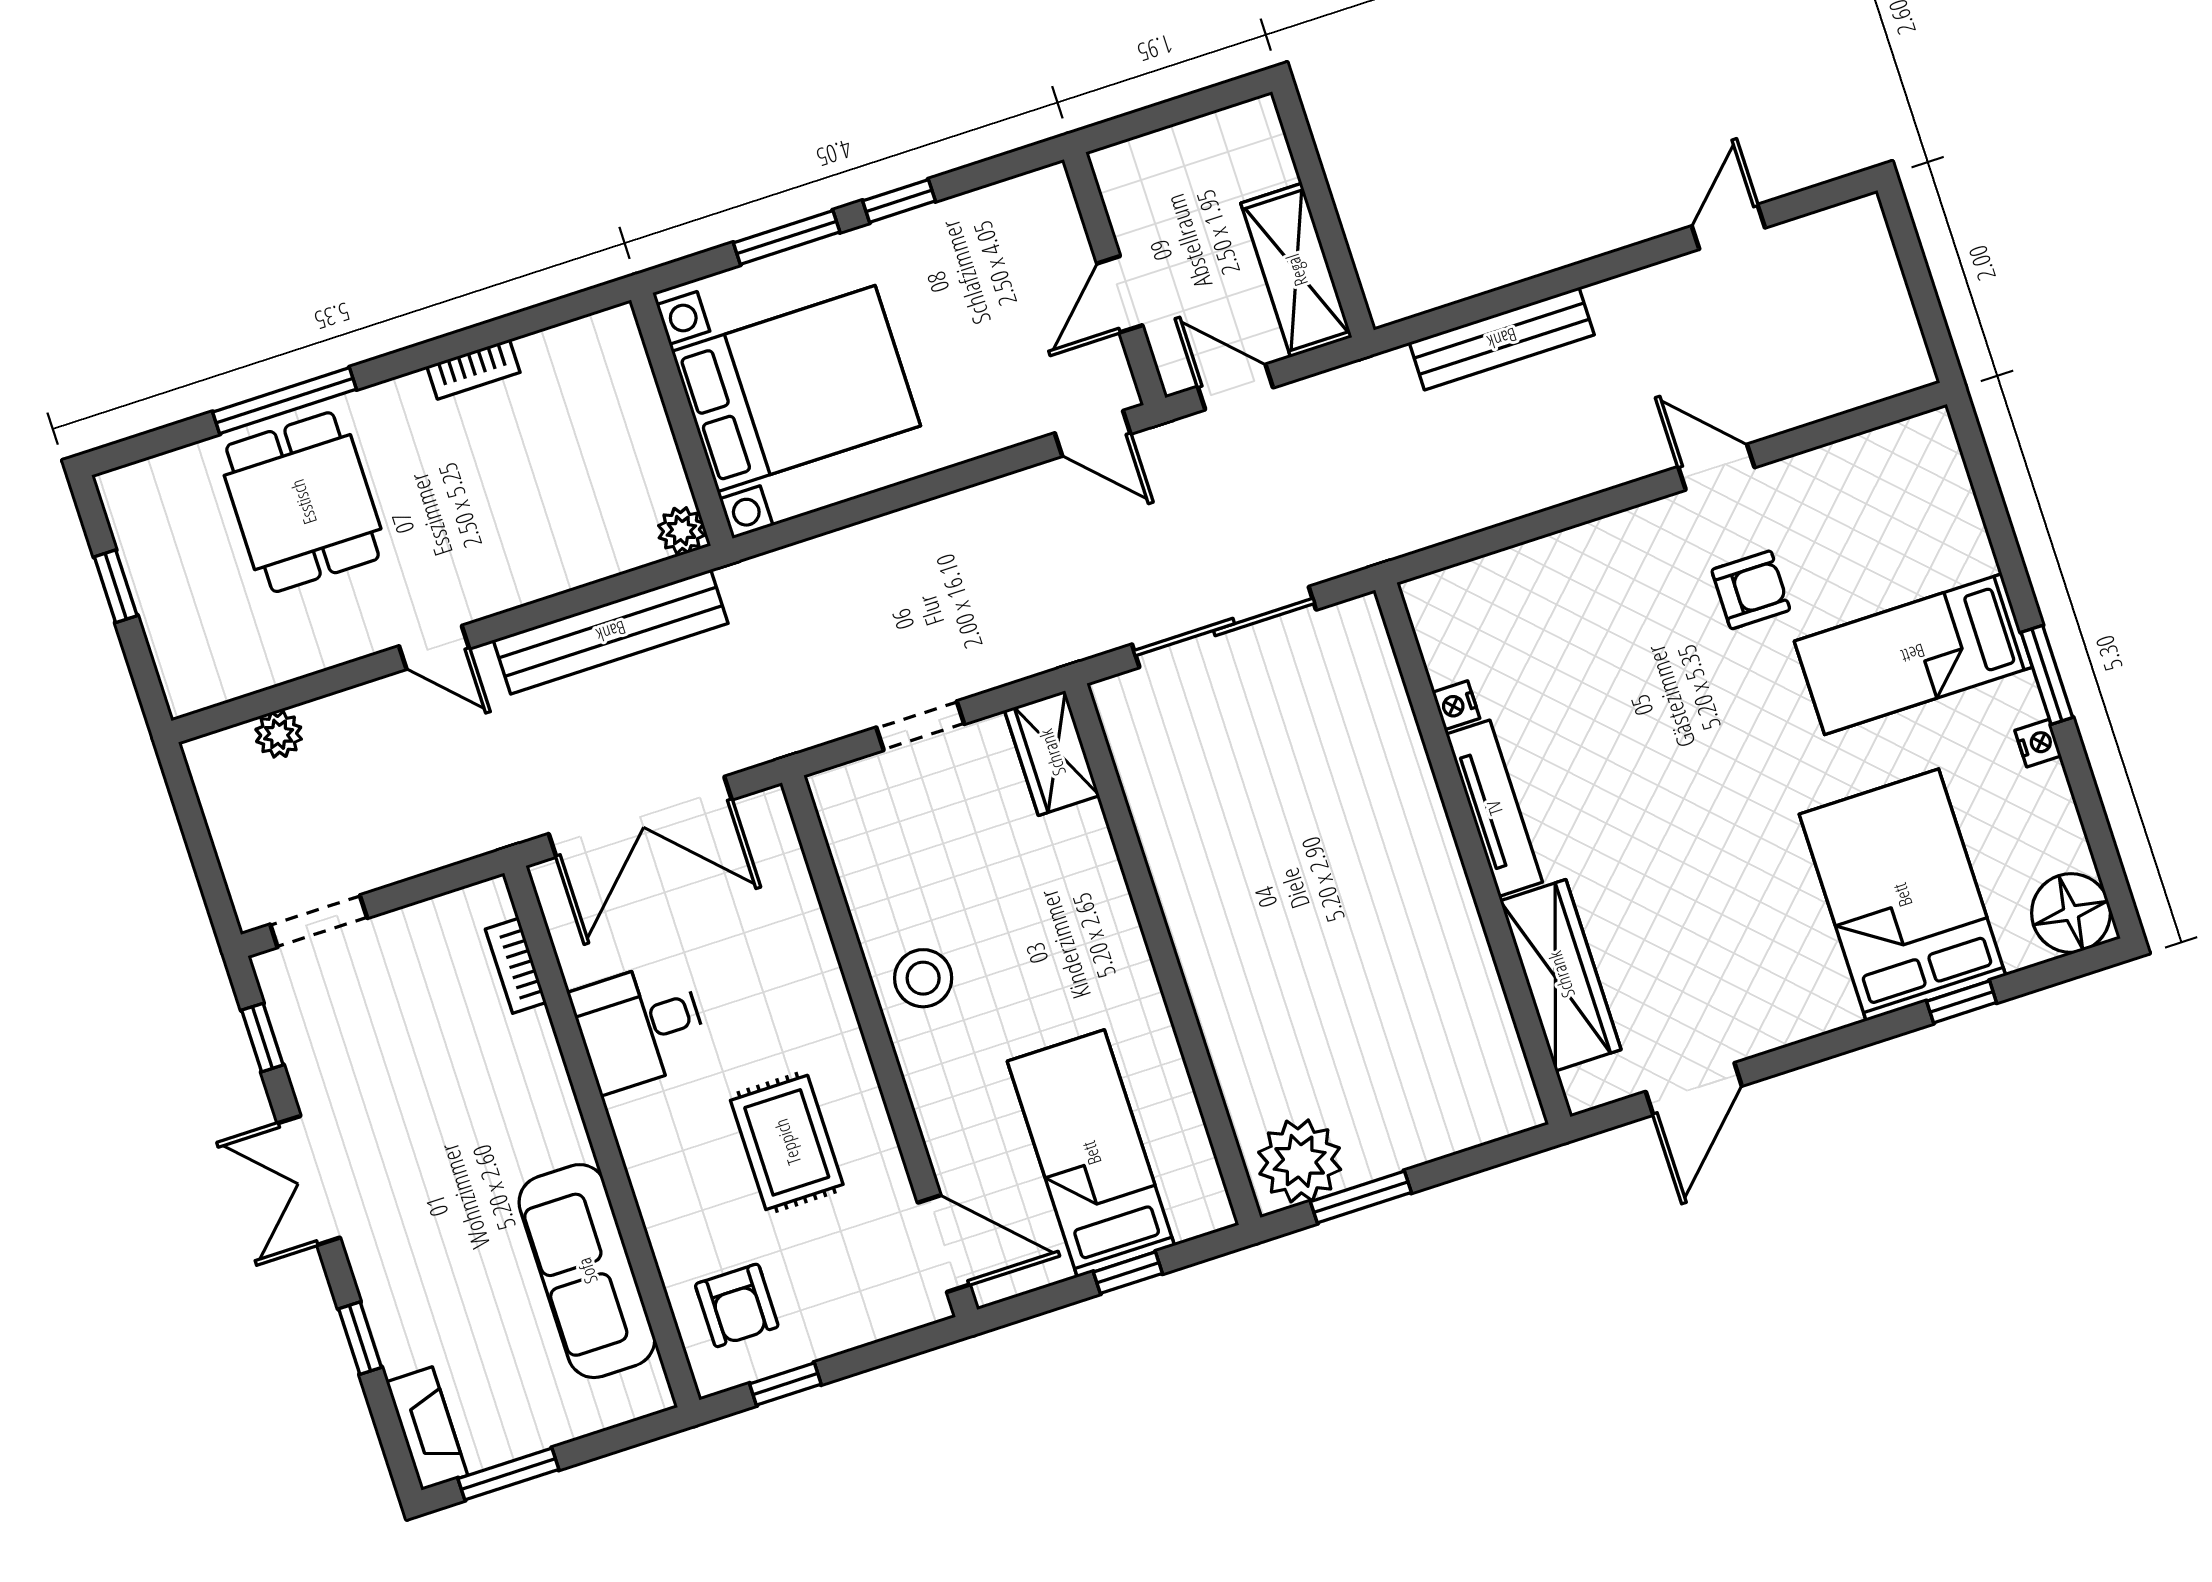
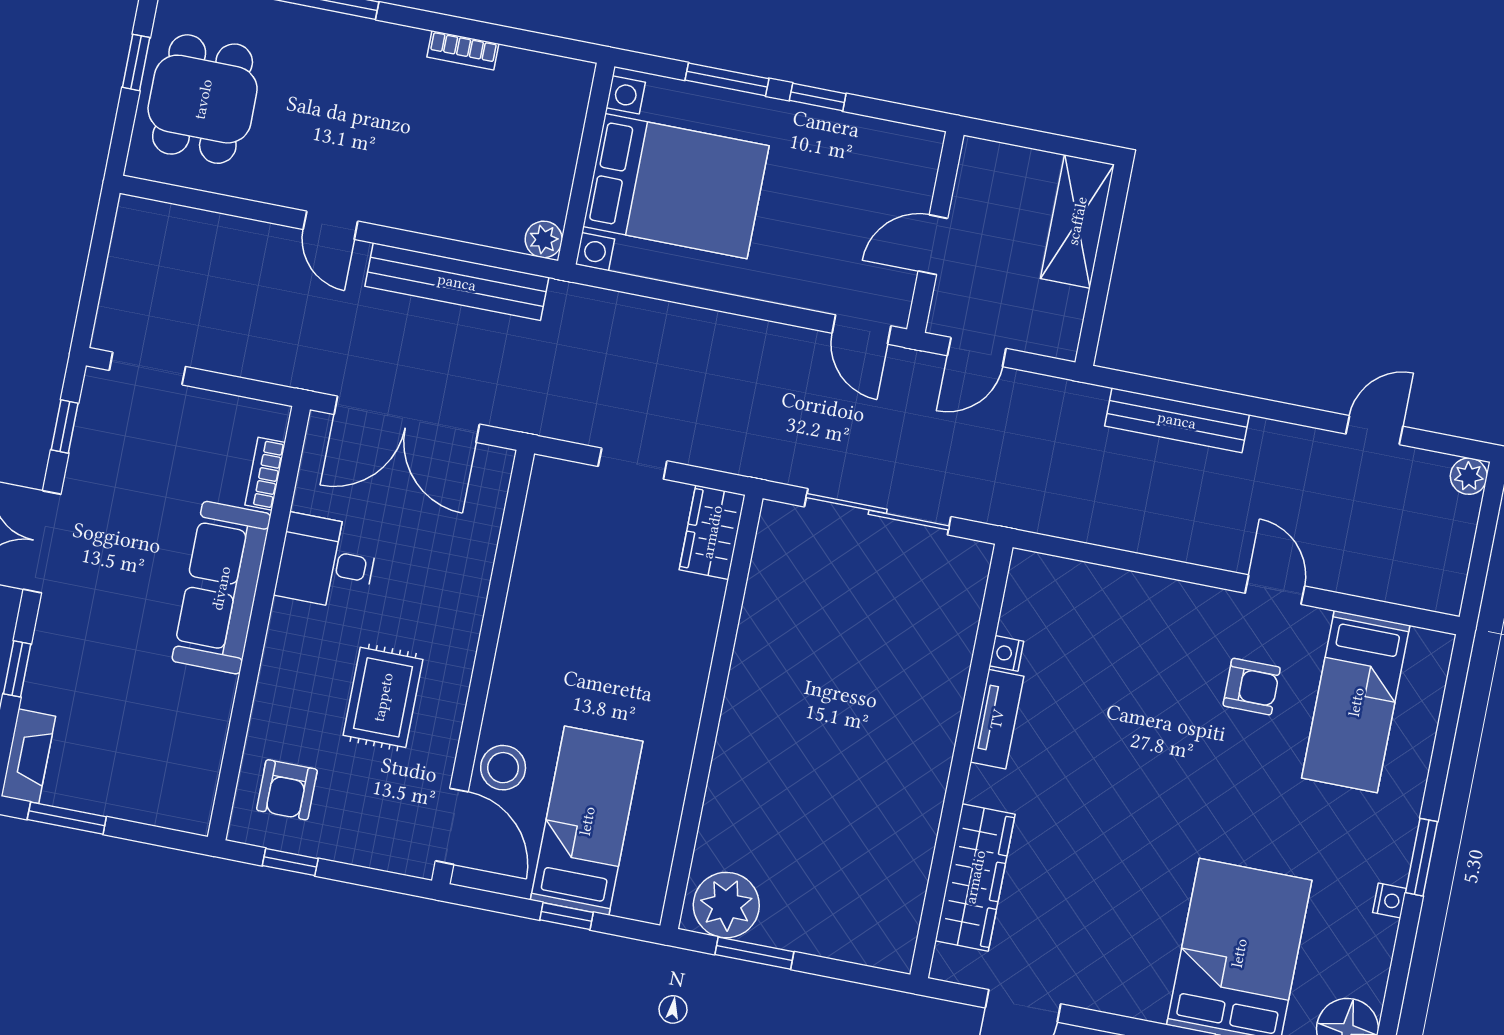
shelving: (1296, 270) -> (1077, 221), moved
door: (1235, 387) -> (977, 352), swing flipped
dining table: (303, 502) -> (203, 99), moved
bed: (1913, 654) -> (1356, 702), moved, turned -90
plant: (279, 734) -> (1469, 476), moved
tv unit: (1494, 808) -> (997, 719), width x0.71
stool: (923, 978) -> (503, 768), moved
sofa: (587, 1271) -> (221, 588), moved

